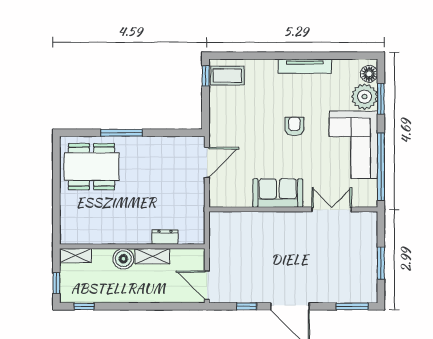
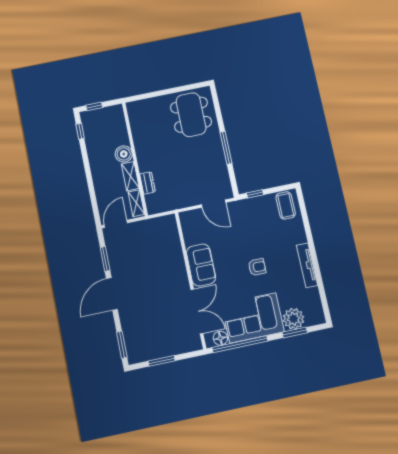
floor lamp: (369, 74) -> (220, 338), moved
window: (206, 76) -> (255, 194), moved
window: (122, 133) -> (226, 148), moved
double door: (332, 209) -> (197, 311), width x1.37
shelving: (76, 255) -> (136, 203), moved
window: (247, 306) -> (105, 259), width x1.50

